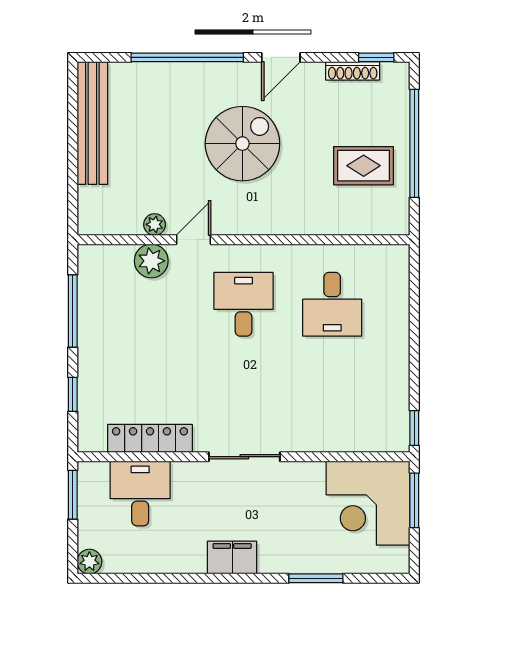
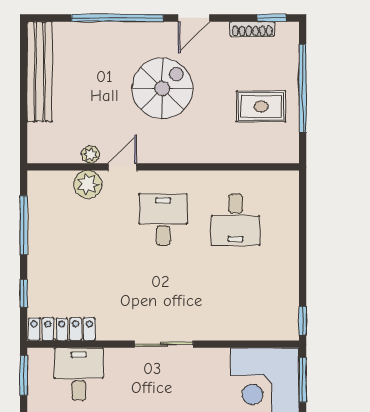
locker: (150, 438) -> (62, 329), moved

